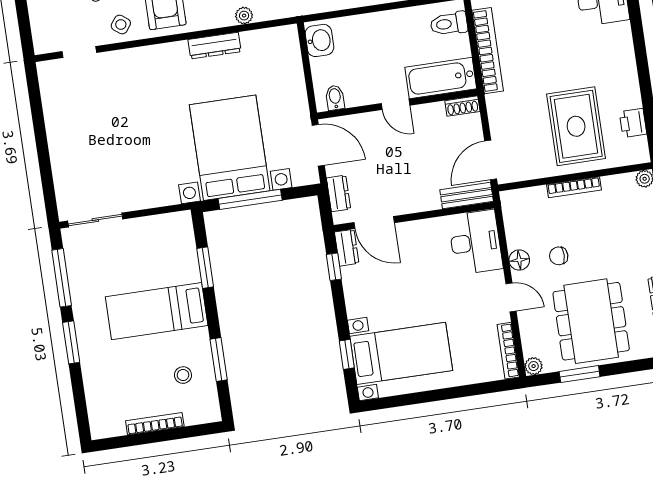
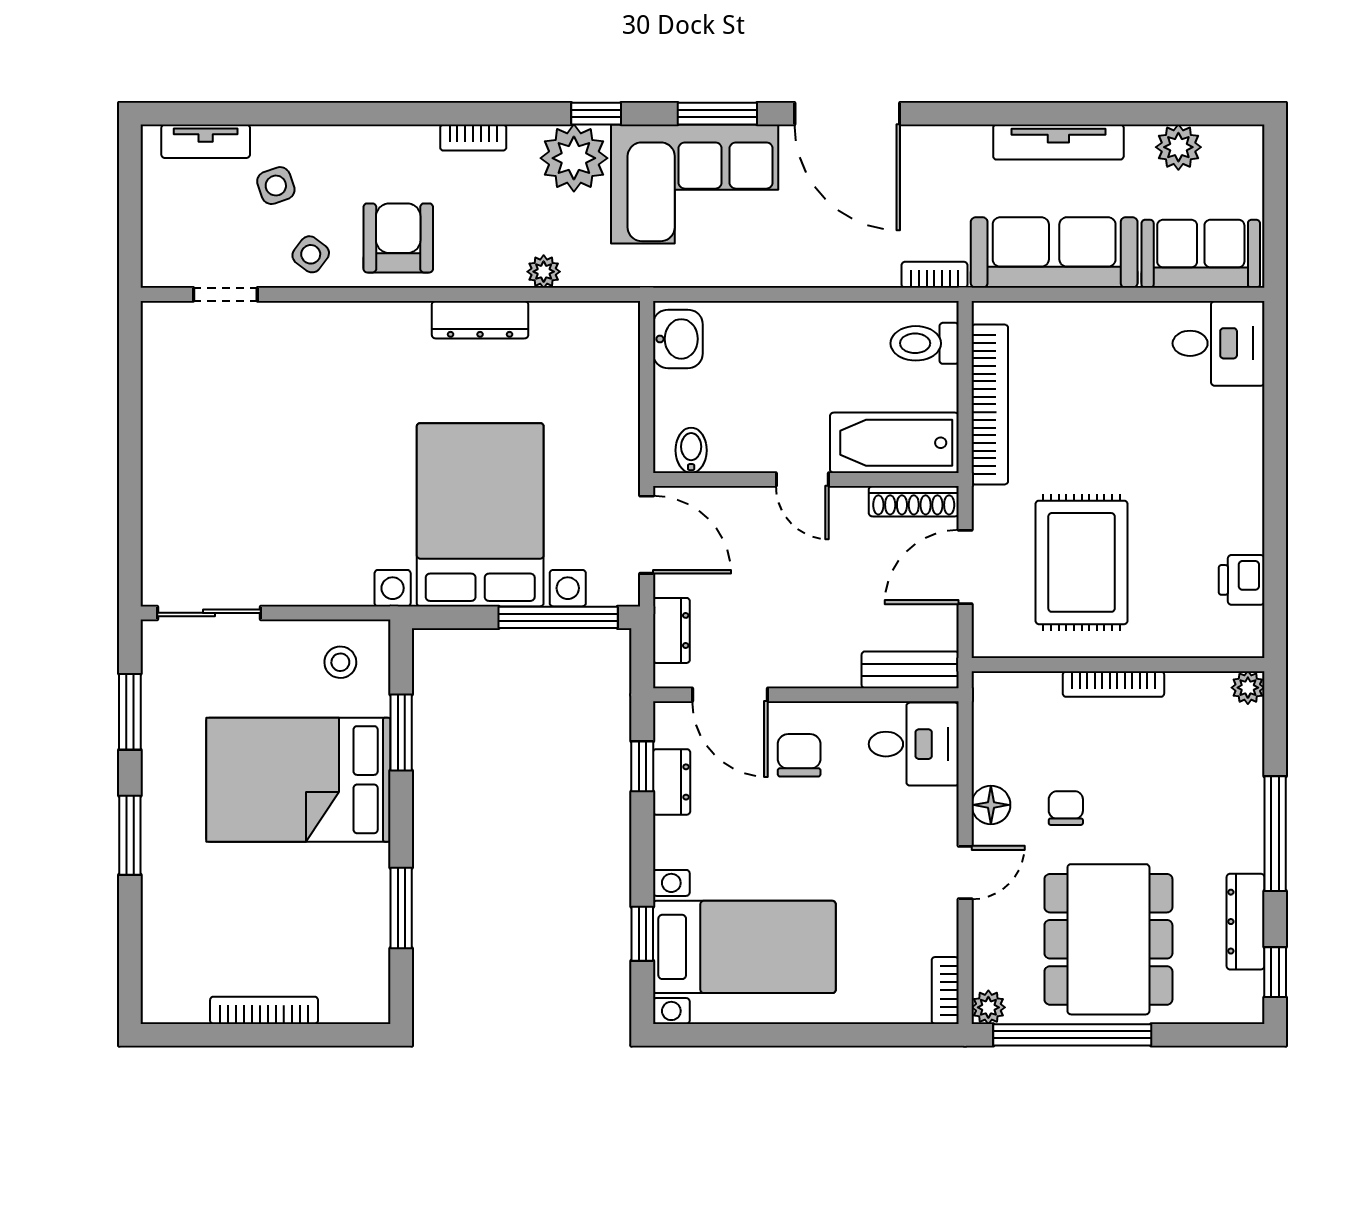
shoe rack: (462, 106) -> (914, 501), width x1.43
rug: (576, 126) -> (1082, 562), moved
door: (491, 160) -> (965, 567), moved
window: (250, 199) -> (558, 617), moved
desk: (475, 242) -> (914, 744), width x0.73
dresser: (347, 248) -> (672, 782), moved
chair: (415, 249) -> (799, 755), added
chair: (559, 256) -> (1066, 808), turned 90
window: (62, 278) -> (130, 712), width x0.69
door: (511, 297) -> (965, 873), hinge flipped
bed: (157, 311) -> (298, 780), width x1.50
bookcase: (508, 351) -> (945, 990), width x0.64
window: (580, 374) -> (1072, 1035), width x2.11
stool: (183, 375) -> (340, 662), moved

